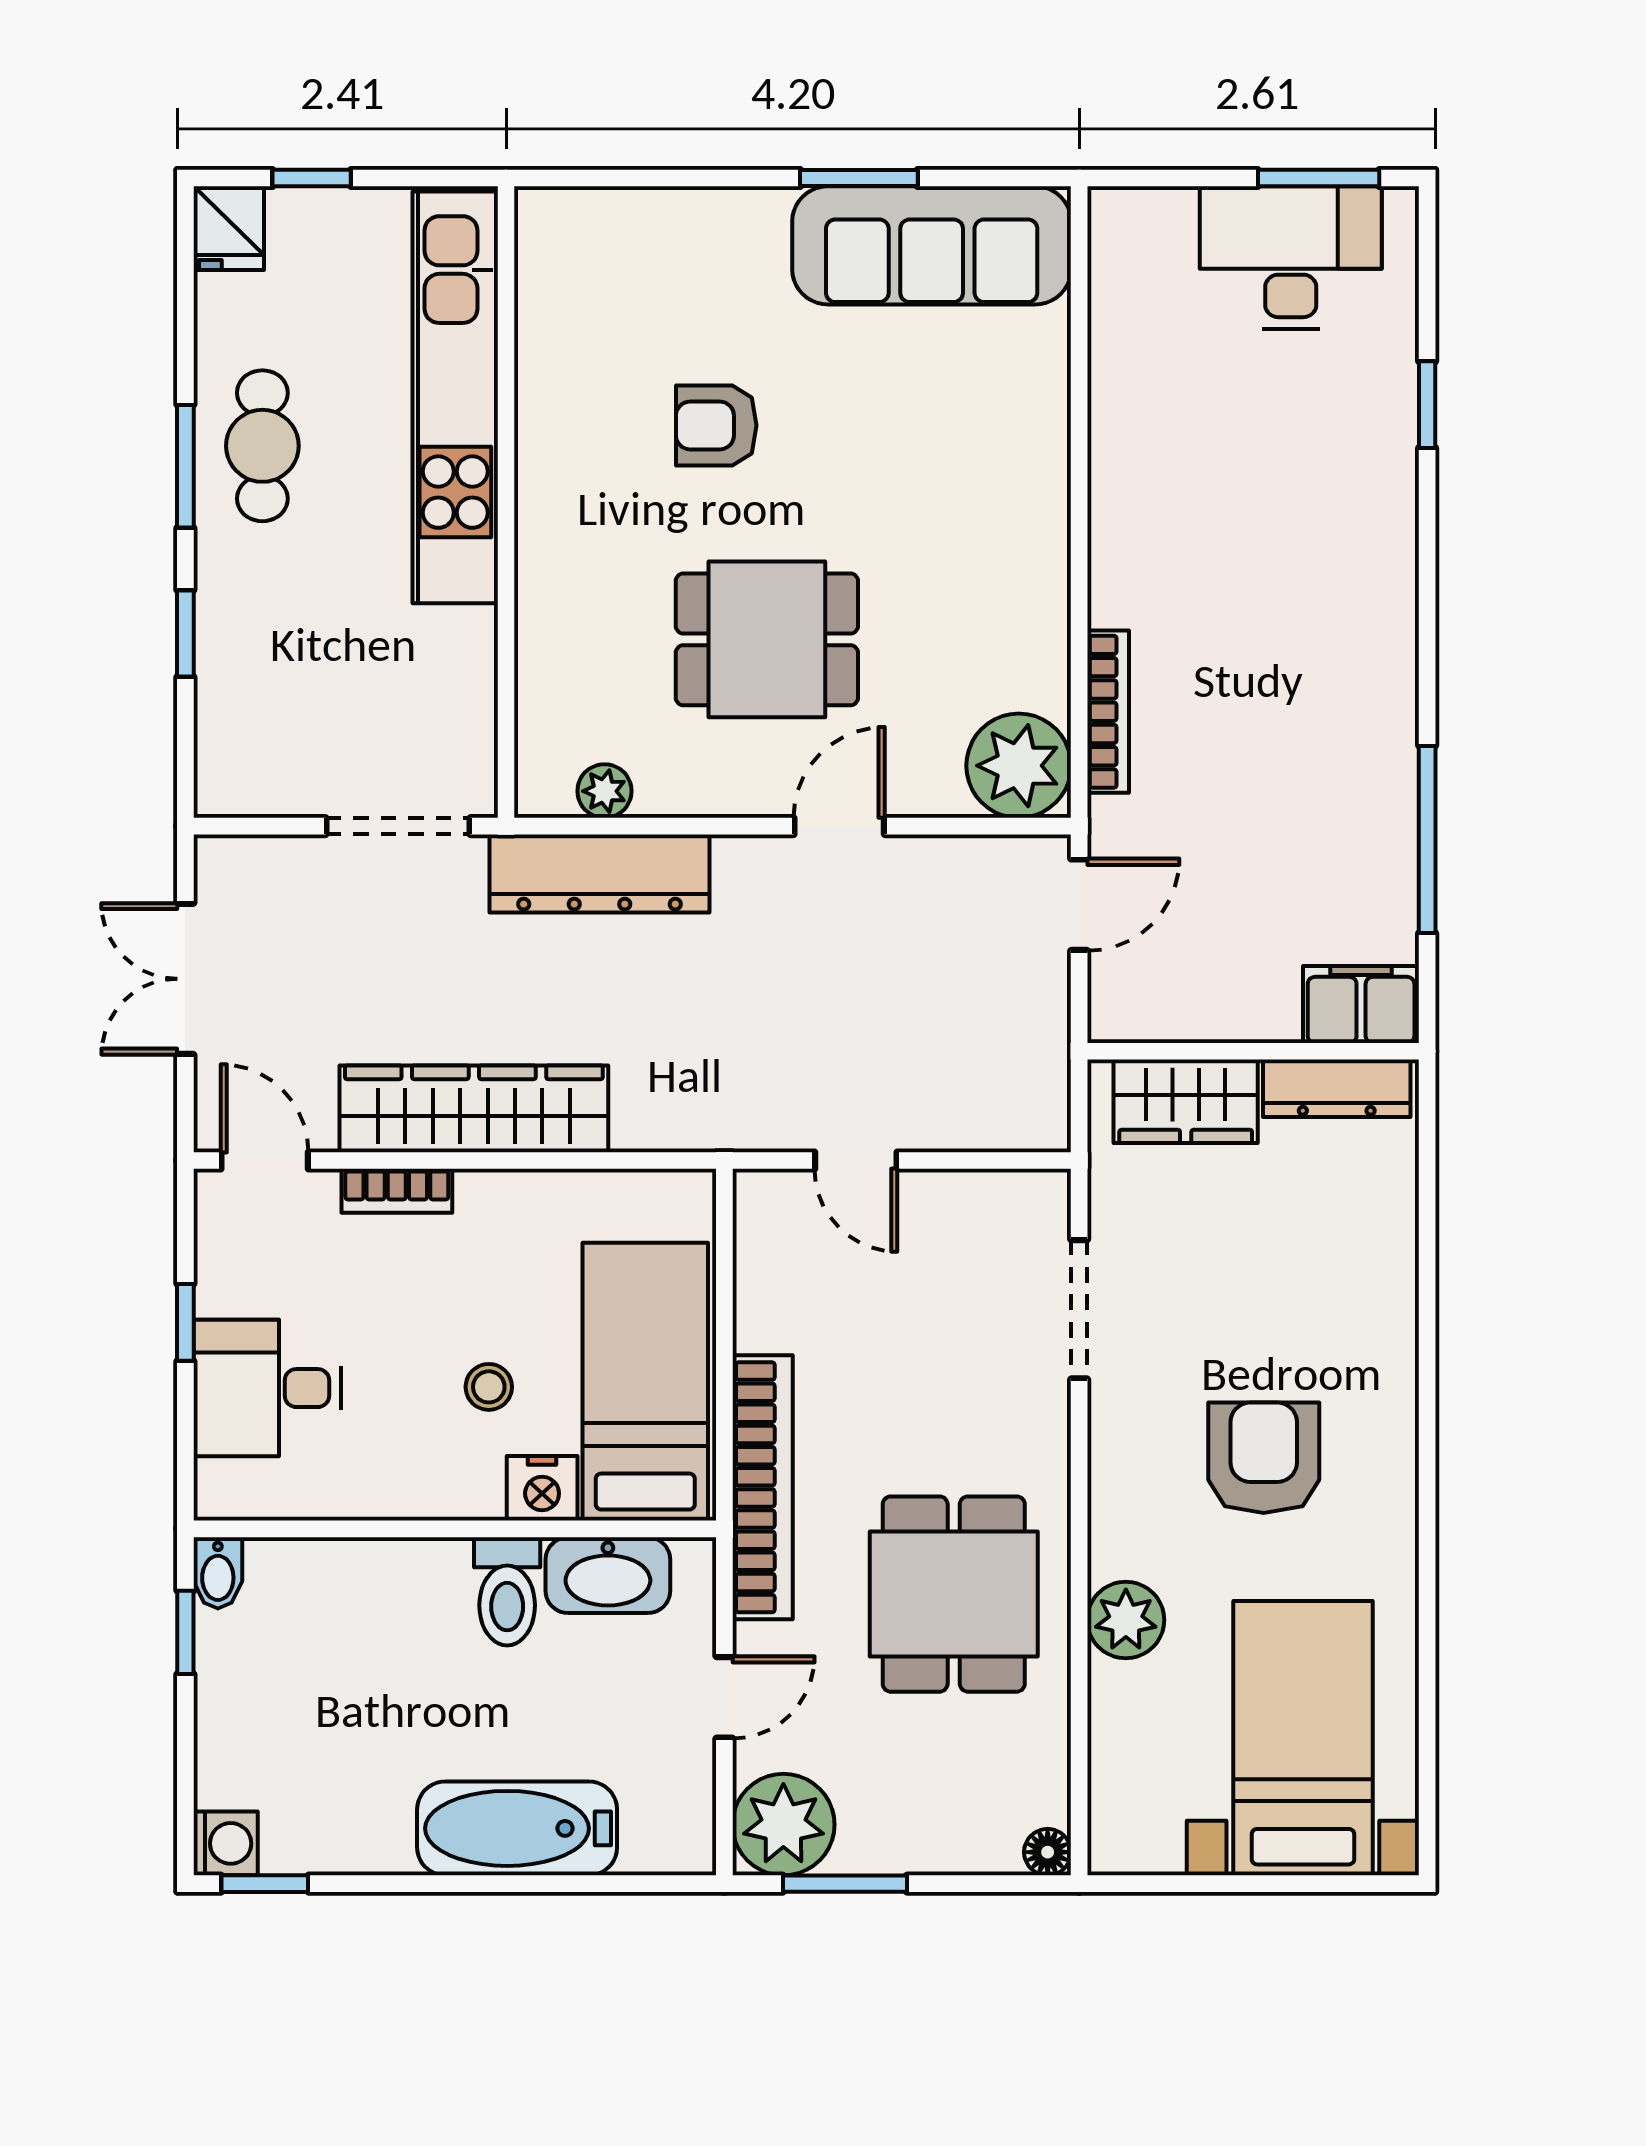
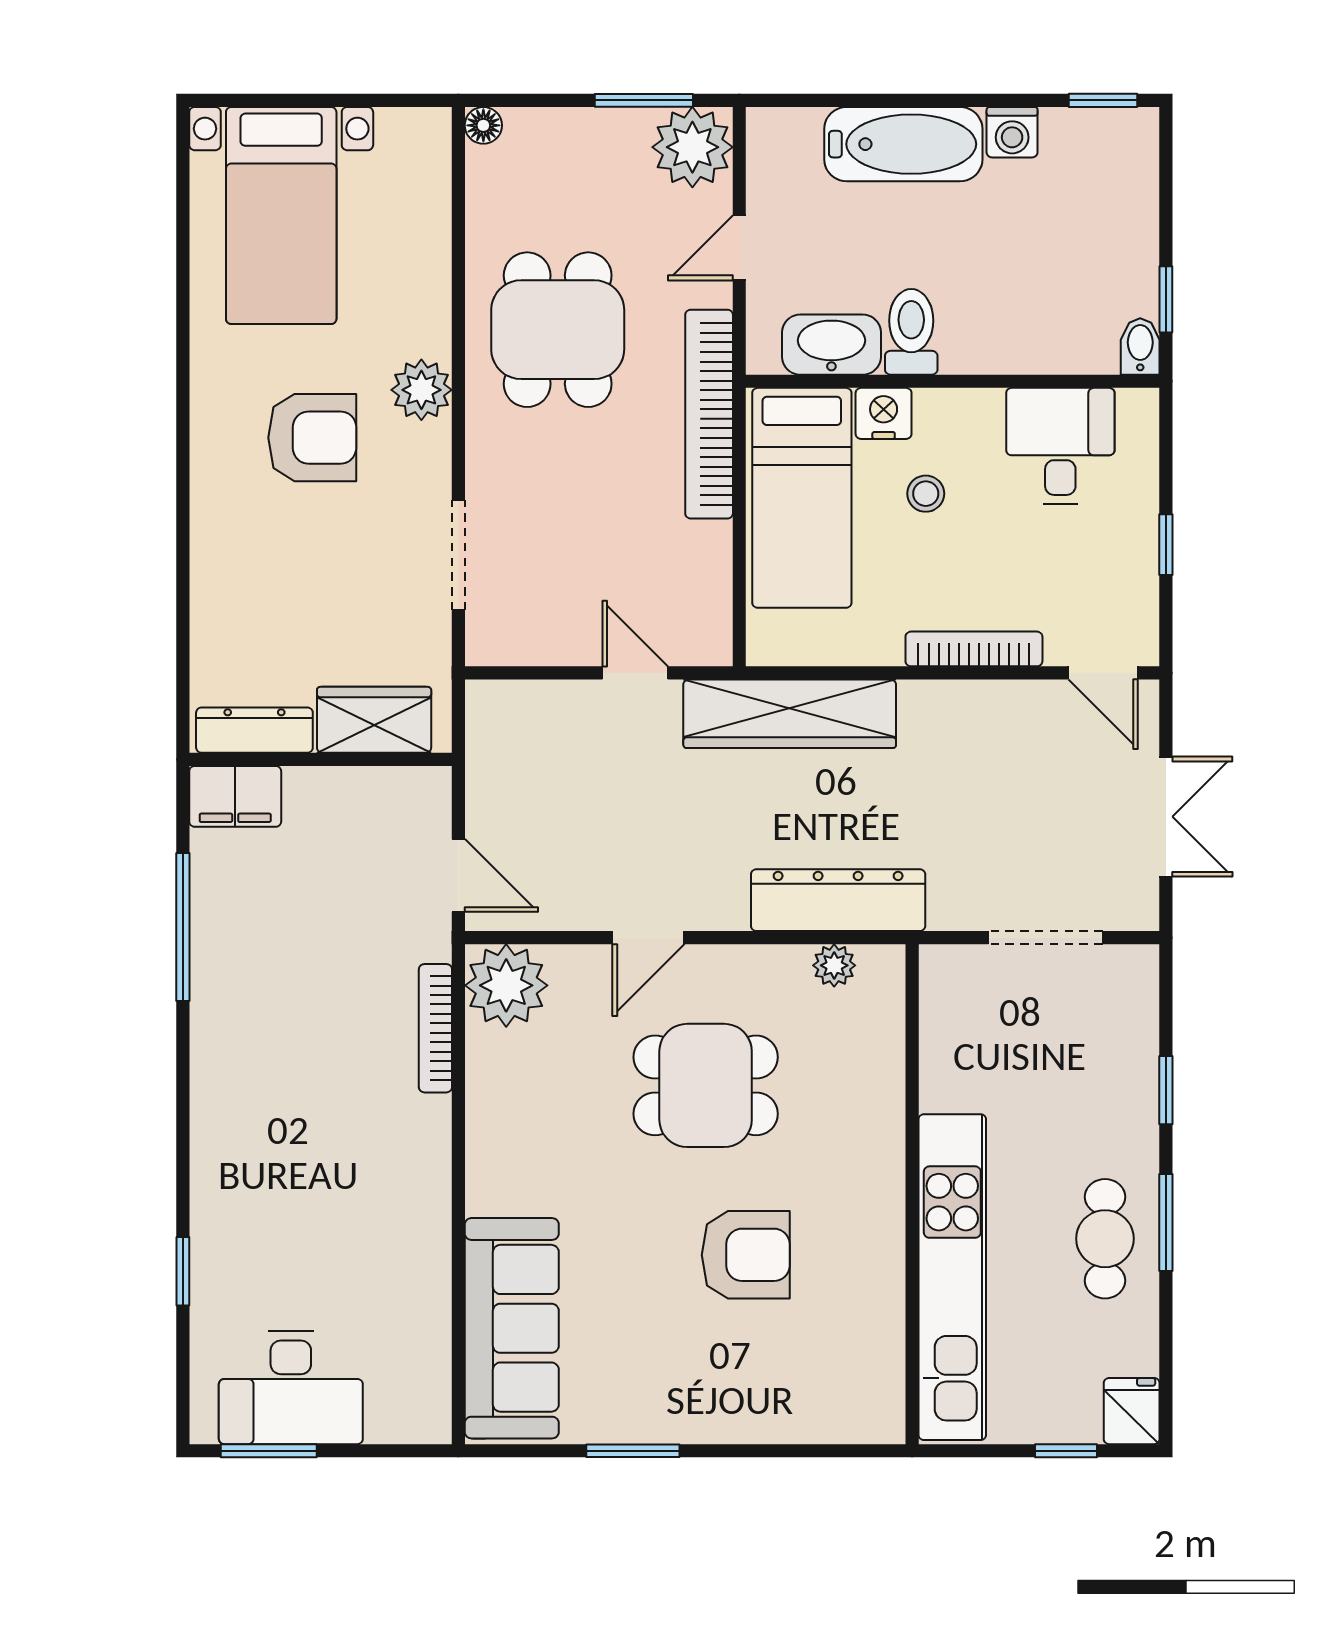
sofa: (932, 245) -> (512, 1328), moved, turned 90
armchair: (716, 425) -> (746, 1255), width x1.38, depth x1.38
doorway: (398, 826) -> (1045, 938), moved
door: (1079, 905) -> (458, 875), swing flipped
wardrobe: (474, 1109) -> (790, 714), moved
bookcase: (397, 1191) -> (974, 649), width x1.56
desk: (267, 1388) -> (1060, 446), moved, turned -90
armchair: (1264, 1458) -> (312, 438), turned -90
plant: (1126, 1620) -> (421, 390), moved
washing machine: (226, 1843) -> (1012, 132), moved, turned -90

